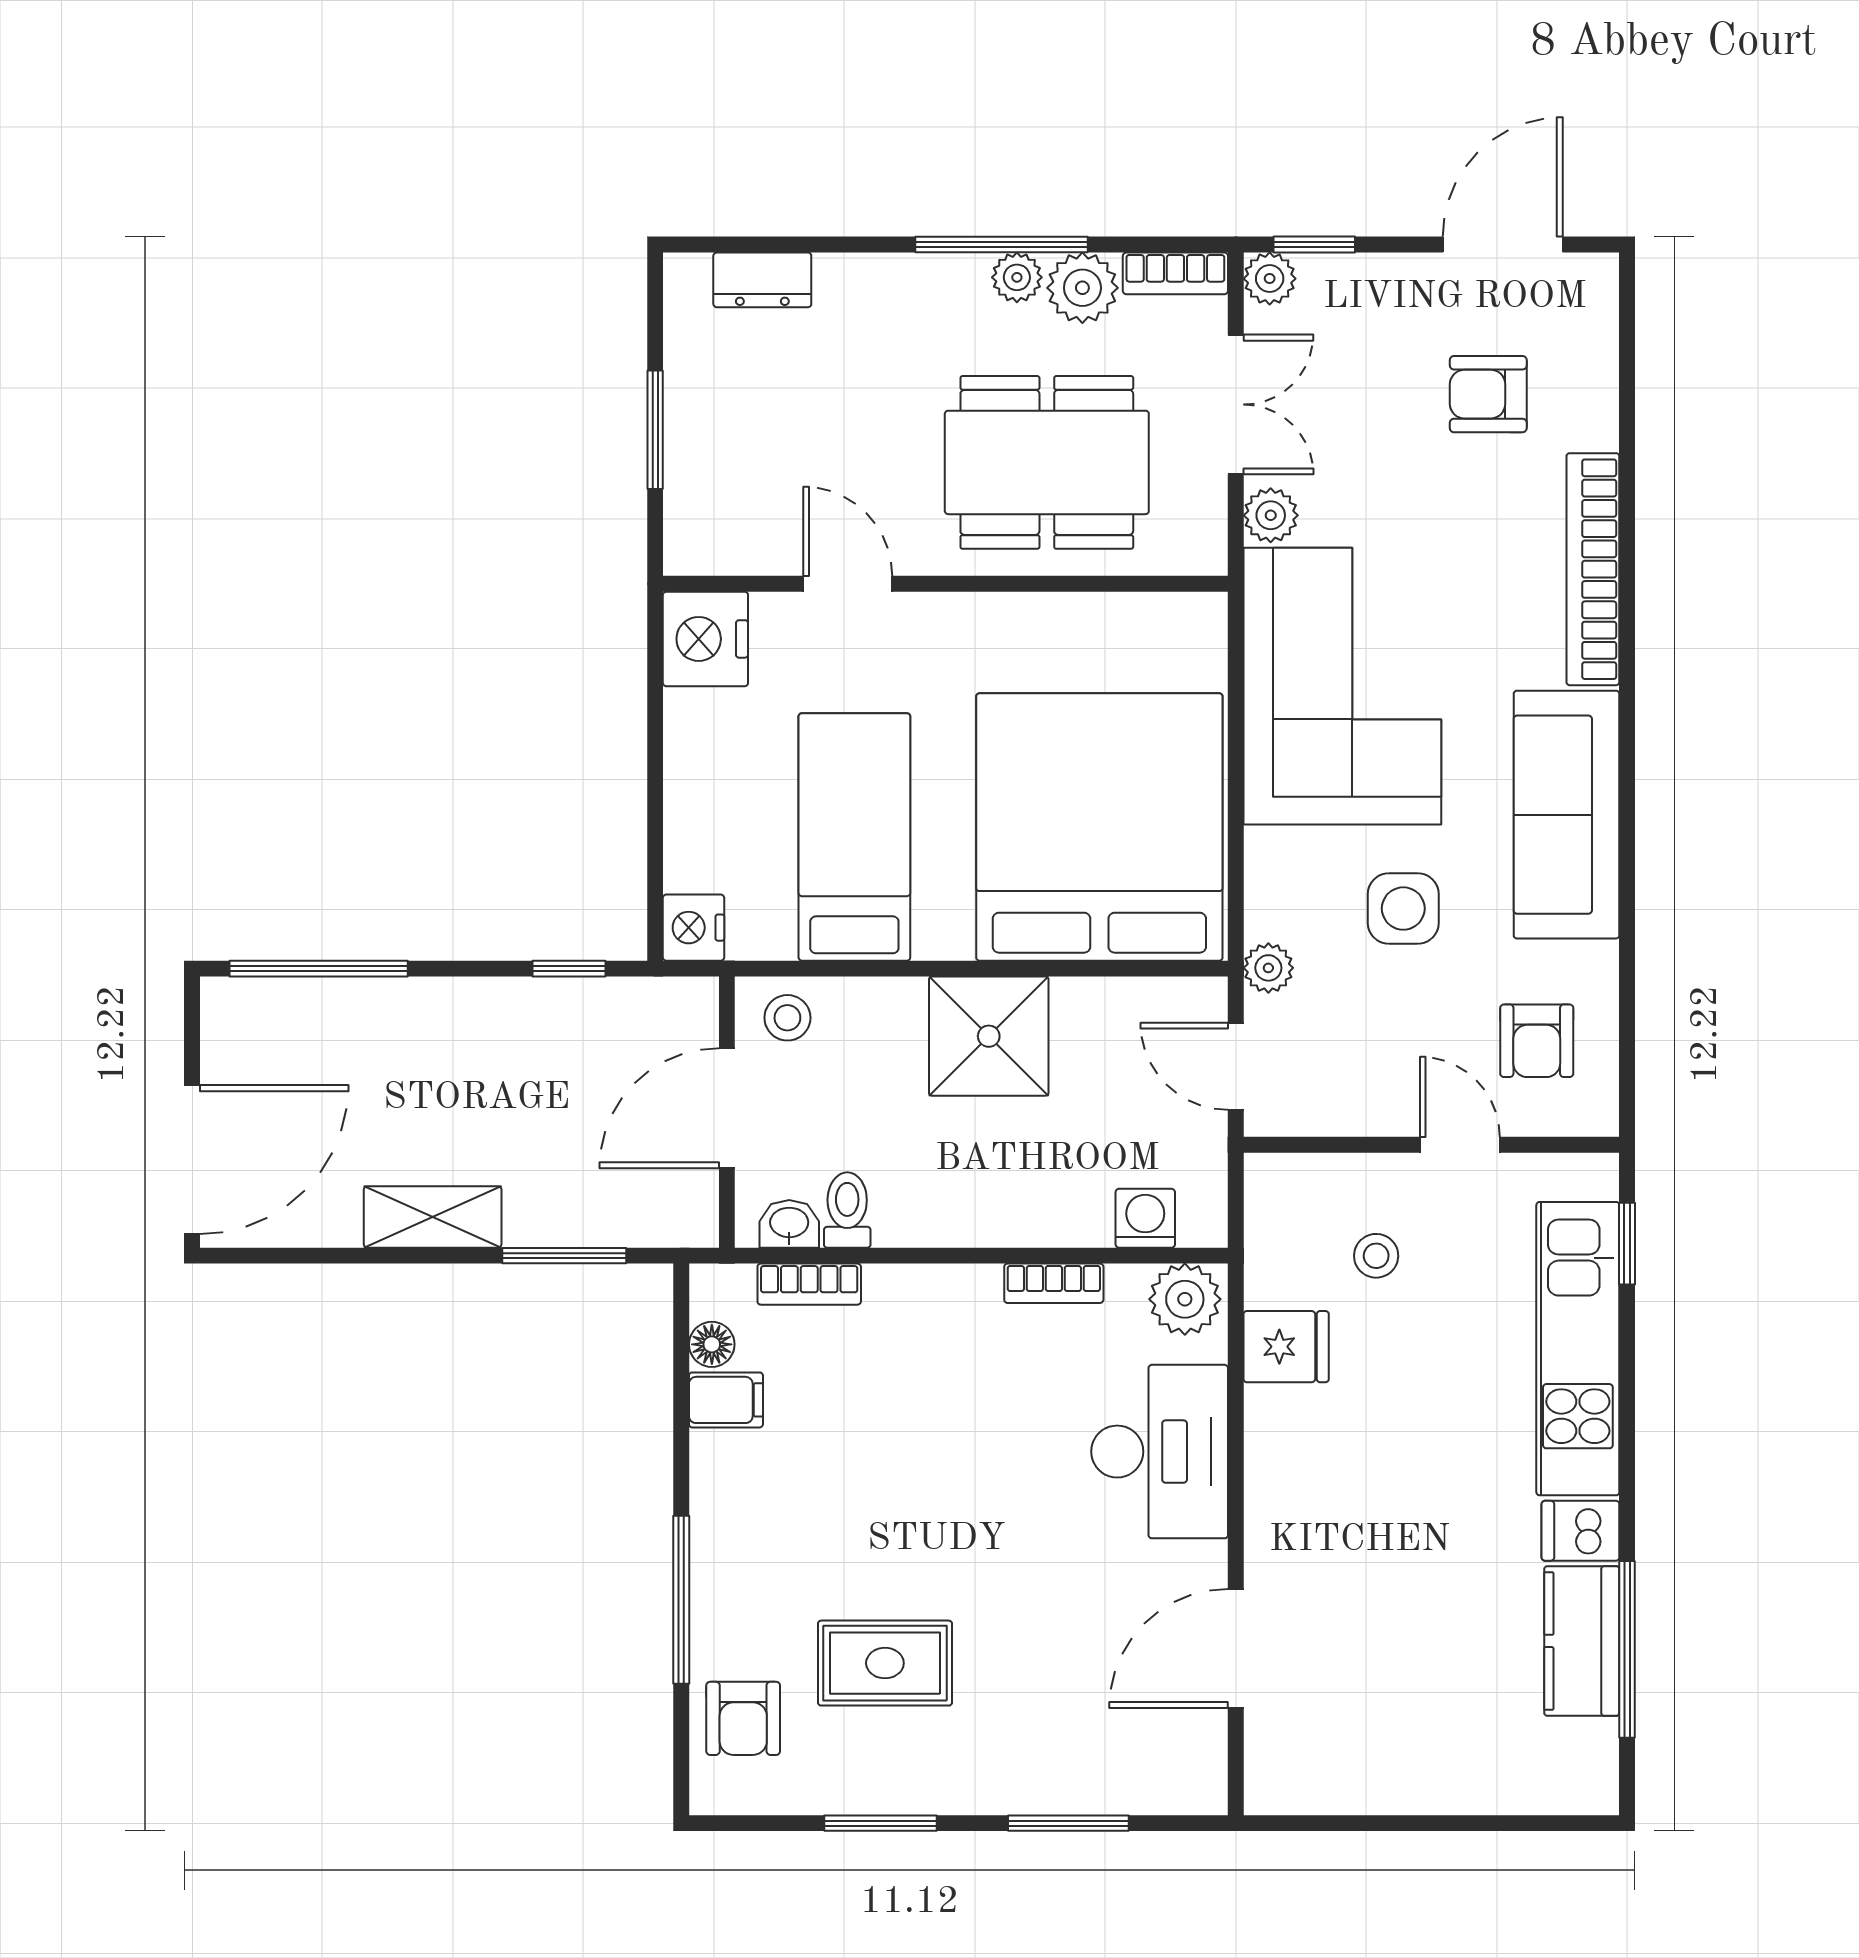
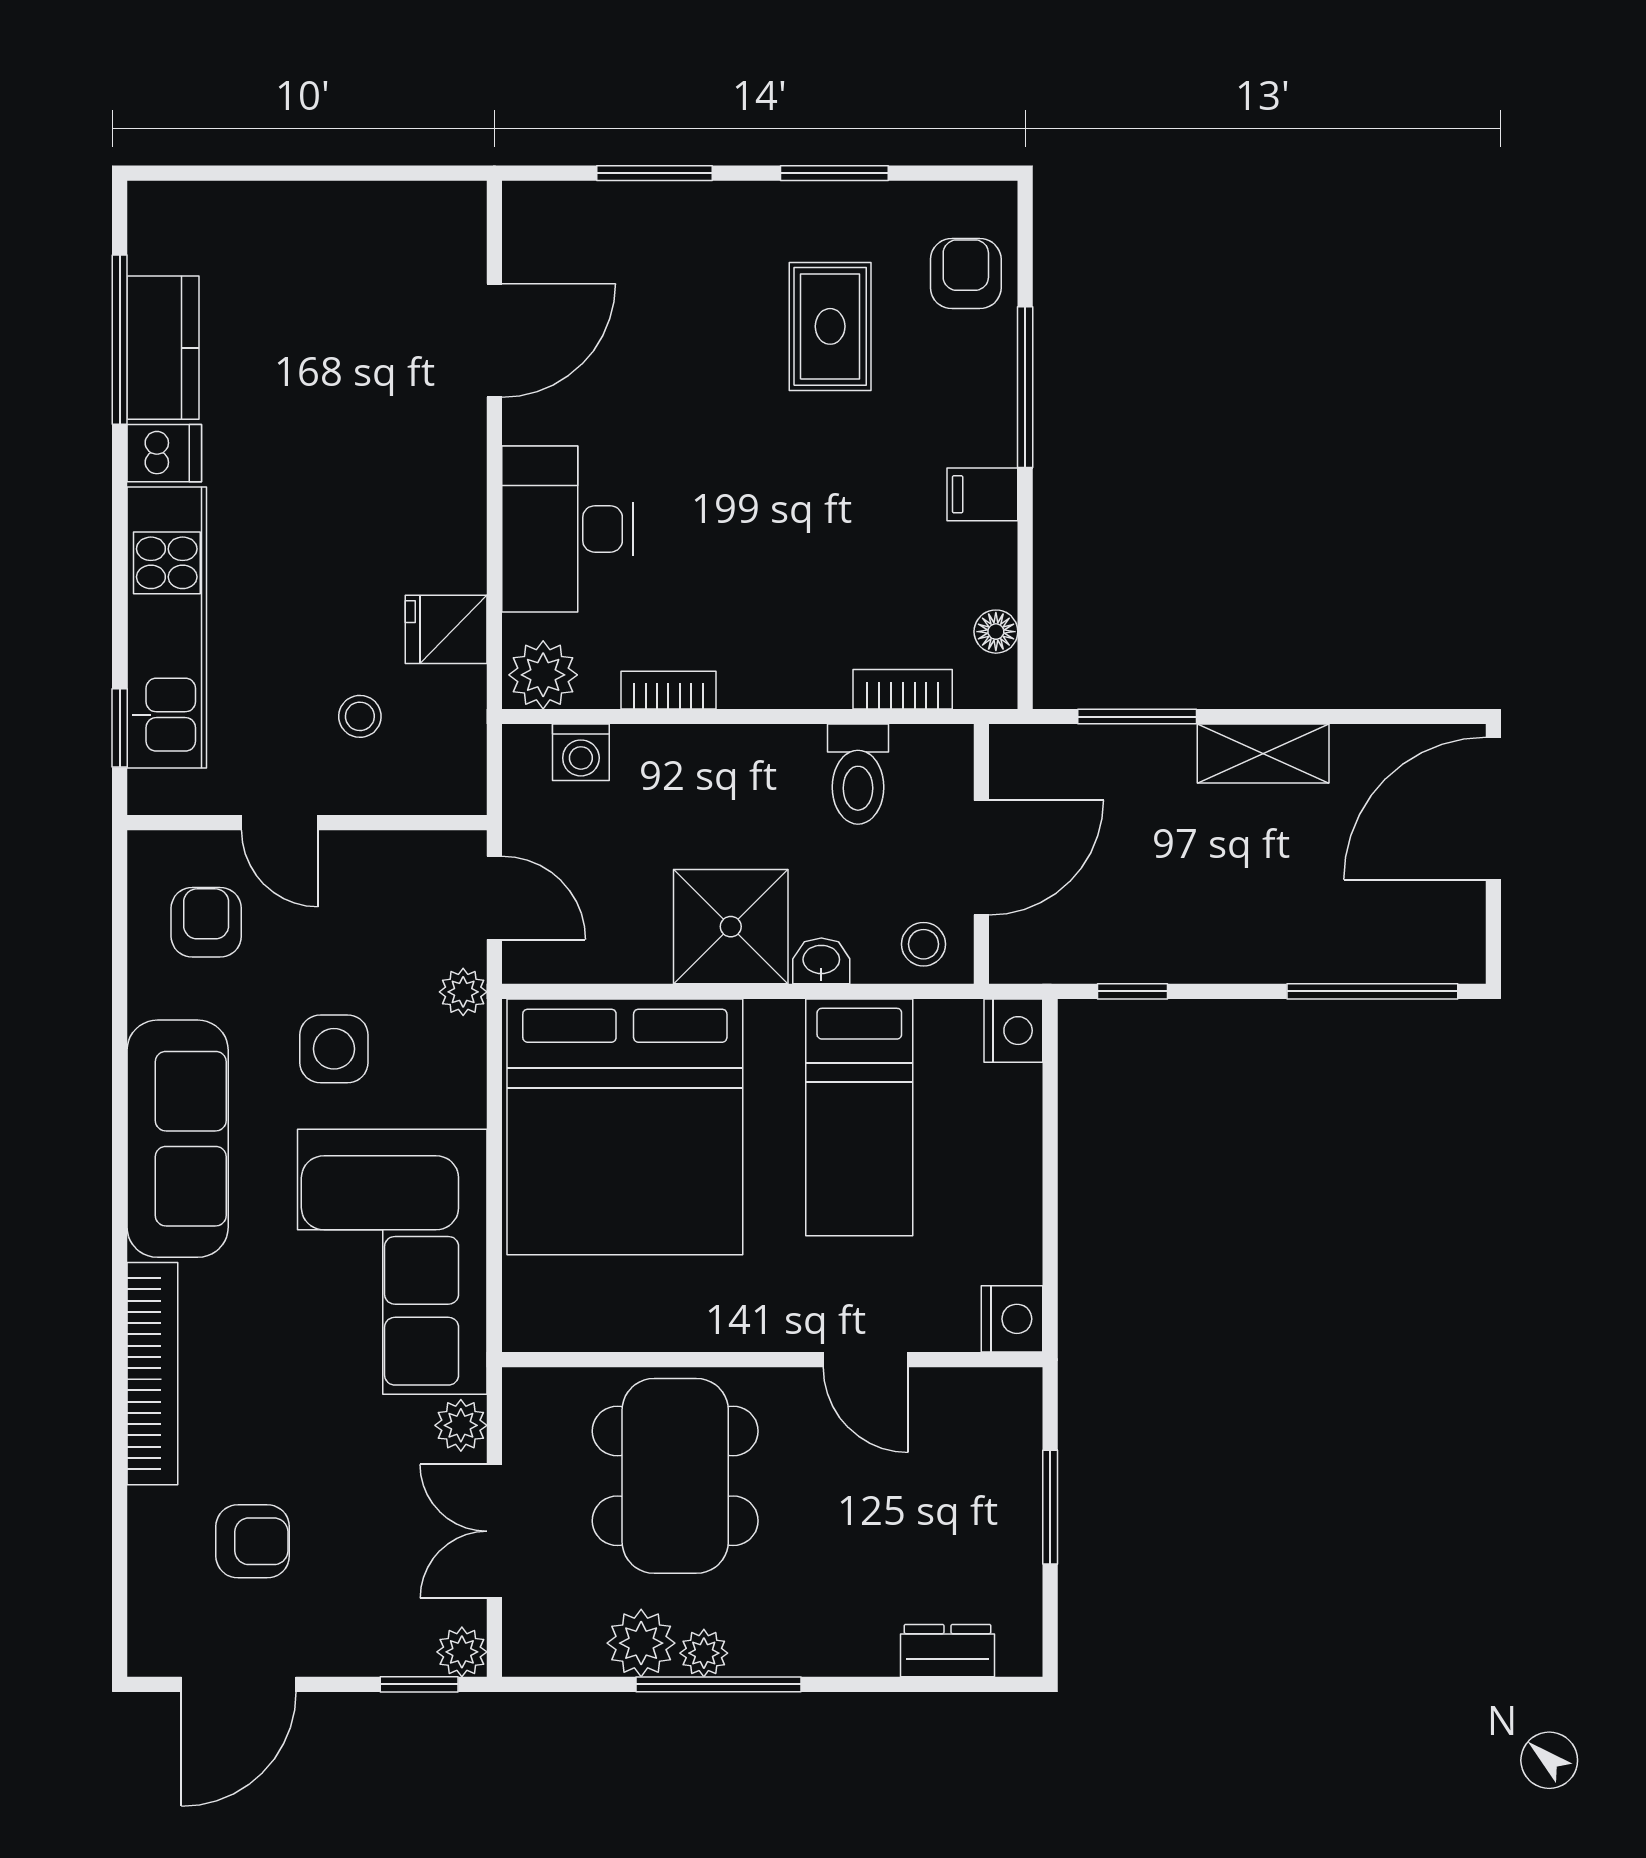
bookcase: (1175, 273) -> (552, 1657), removed
dining table: (1047, 462) -> (675, 1476), turned 90
nightstand: (705, 639) -> (1012, 1319), width x0.74, depth x0.75
toilet: (847, 1210) -> (858, 774), width x1.37, depth x1.39
washbasin: (789, 1224) -> (821, 961), moved, turned 180
filing cabinet: (726, 1400) -> (982, 494), moved
rug: (885, 1663) -> (830, 326), turned 90

